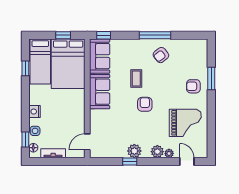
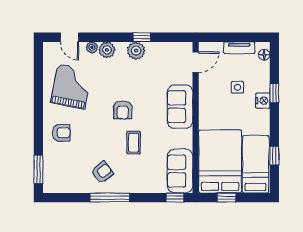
window: (211, 79) -> (38, 169), moved
sofa: (100, 92) -> (180, 107), moved
grand piano: (185, 123) -> (71, 86), turned 101
side table: (35, 131) -> (237, 87), moved
window: (25, 140) -> (274, 93), moved

